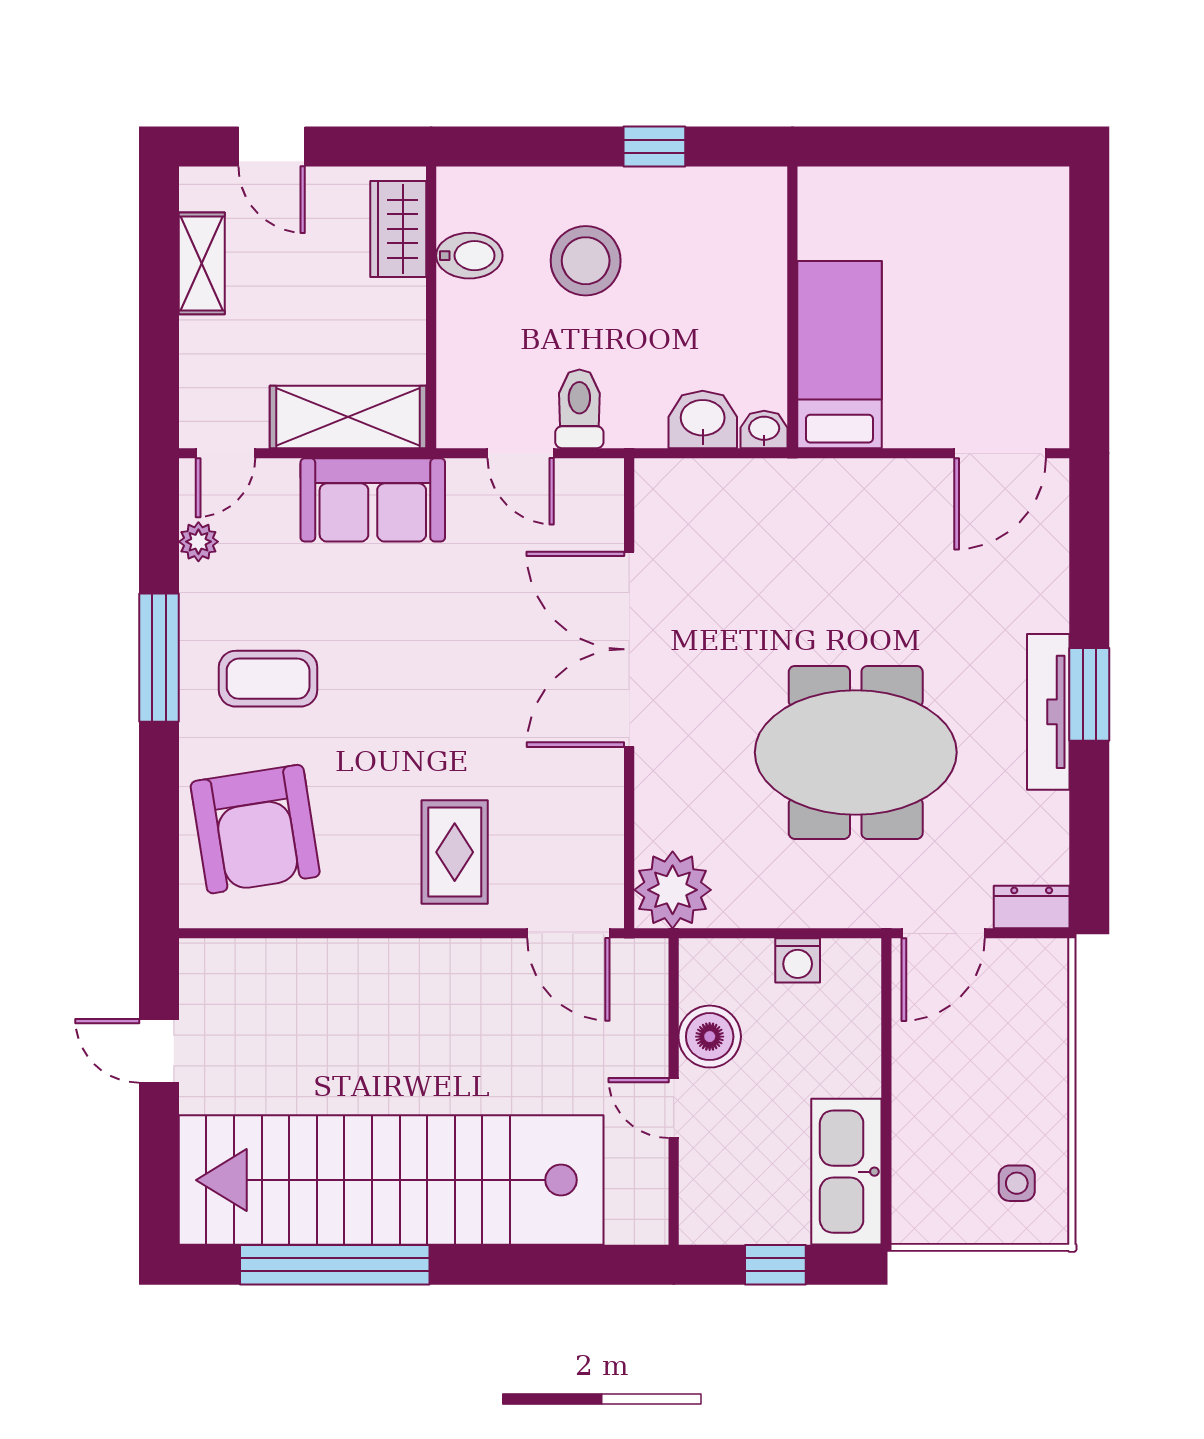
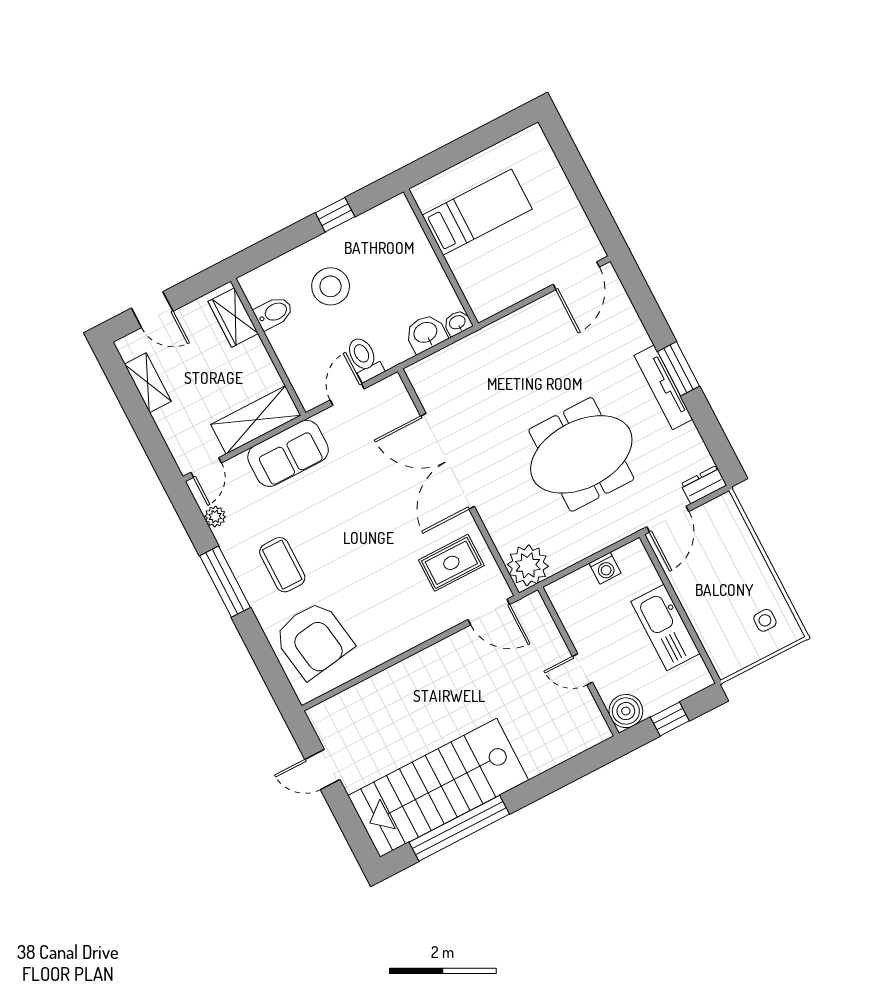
bed: (839, 355) -> (477, 212), moved, turned 90
door: (521, 453) -> (347, 394), swing flipped
coffee table: (268, 679) -> (282, 565), turned 90
rug: (455, 852) -> (451, 563), moved, turned 90
boiler: (710, 1037) -> (626, 711), moved
kitchen sink: (846, 1172) -> (665, 627), moved
stairs: (391, 1180) -> (438, 788), width x0.73

